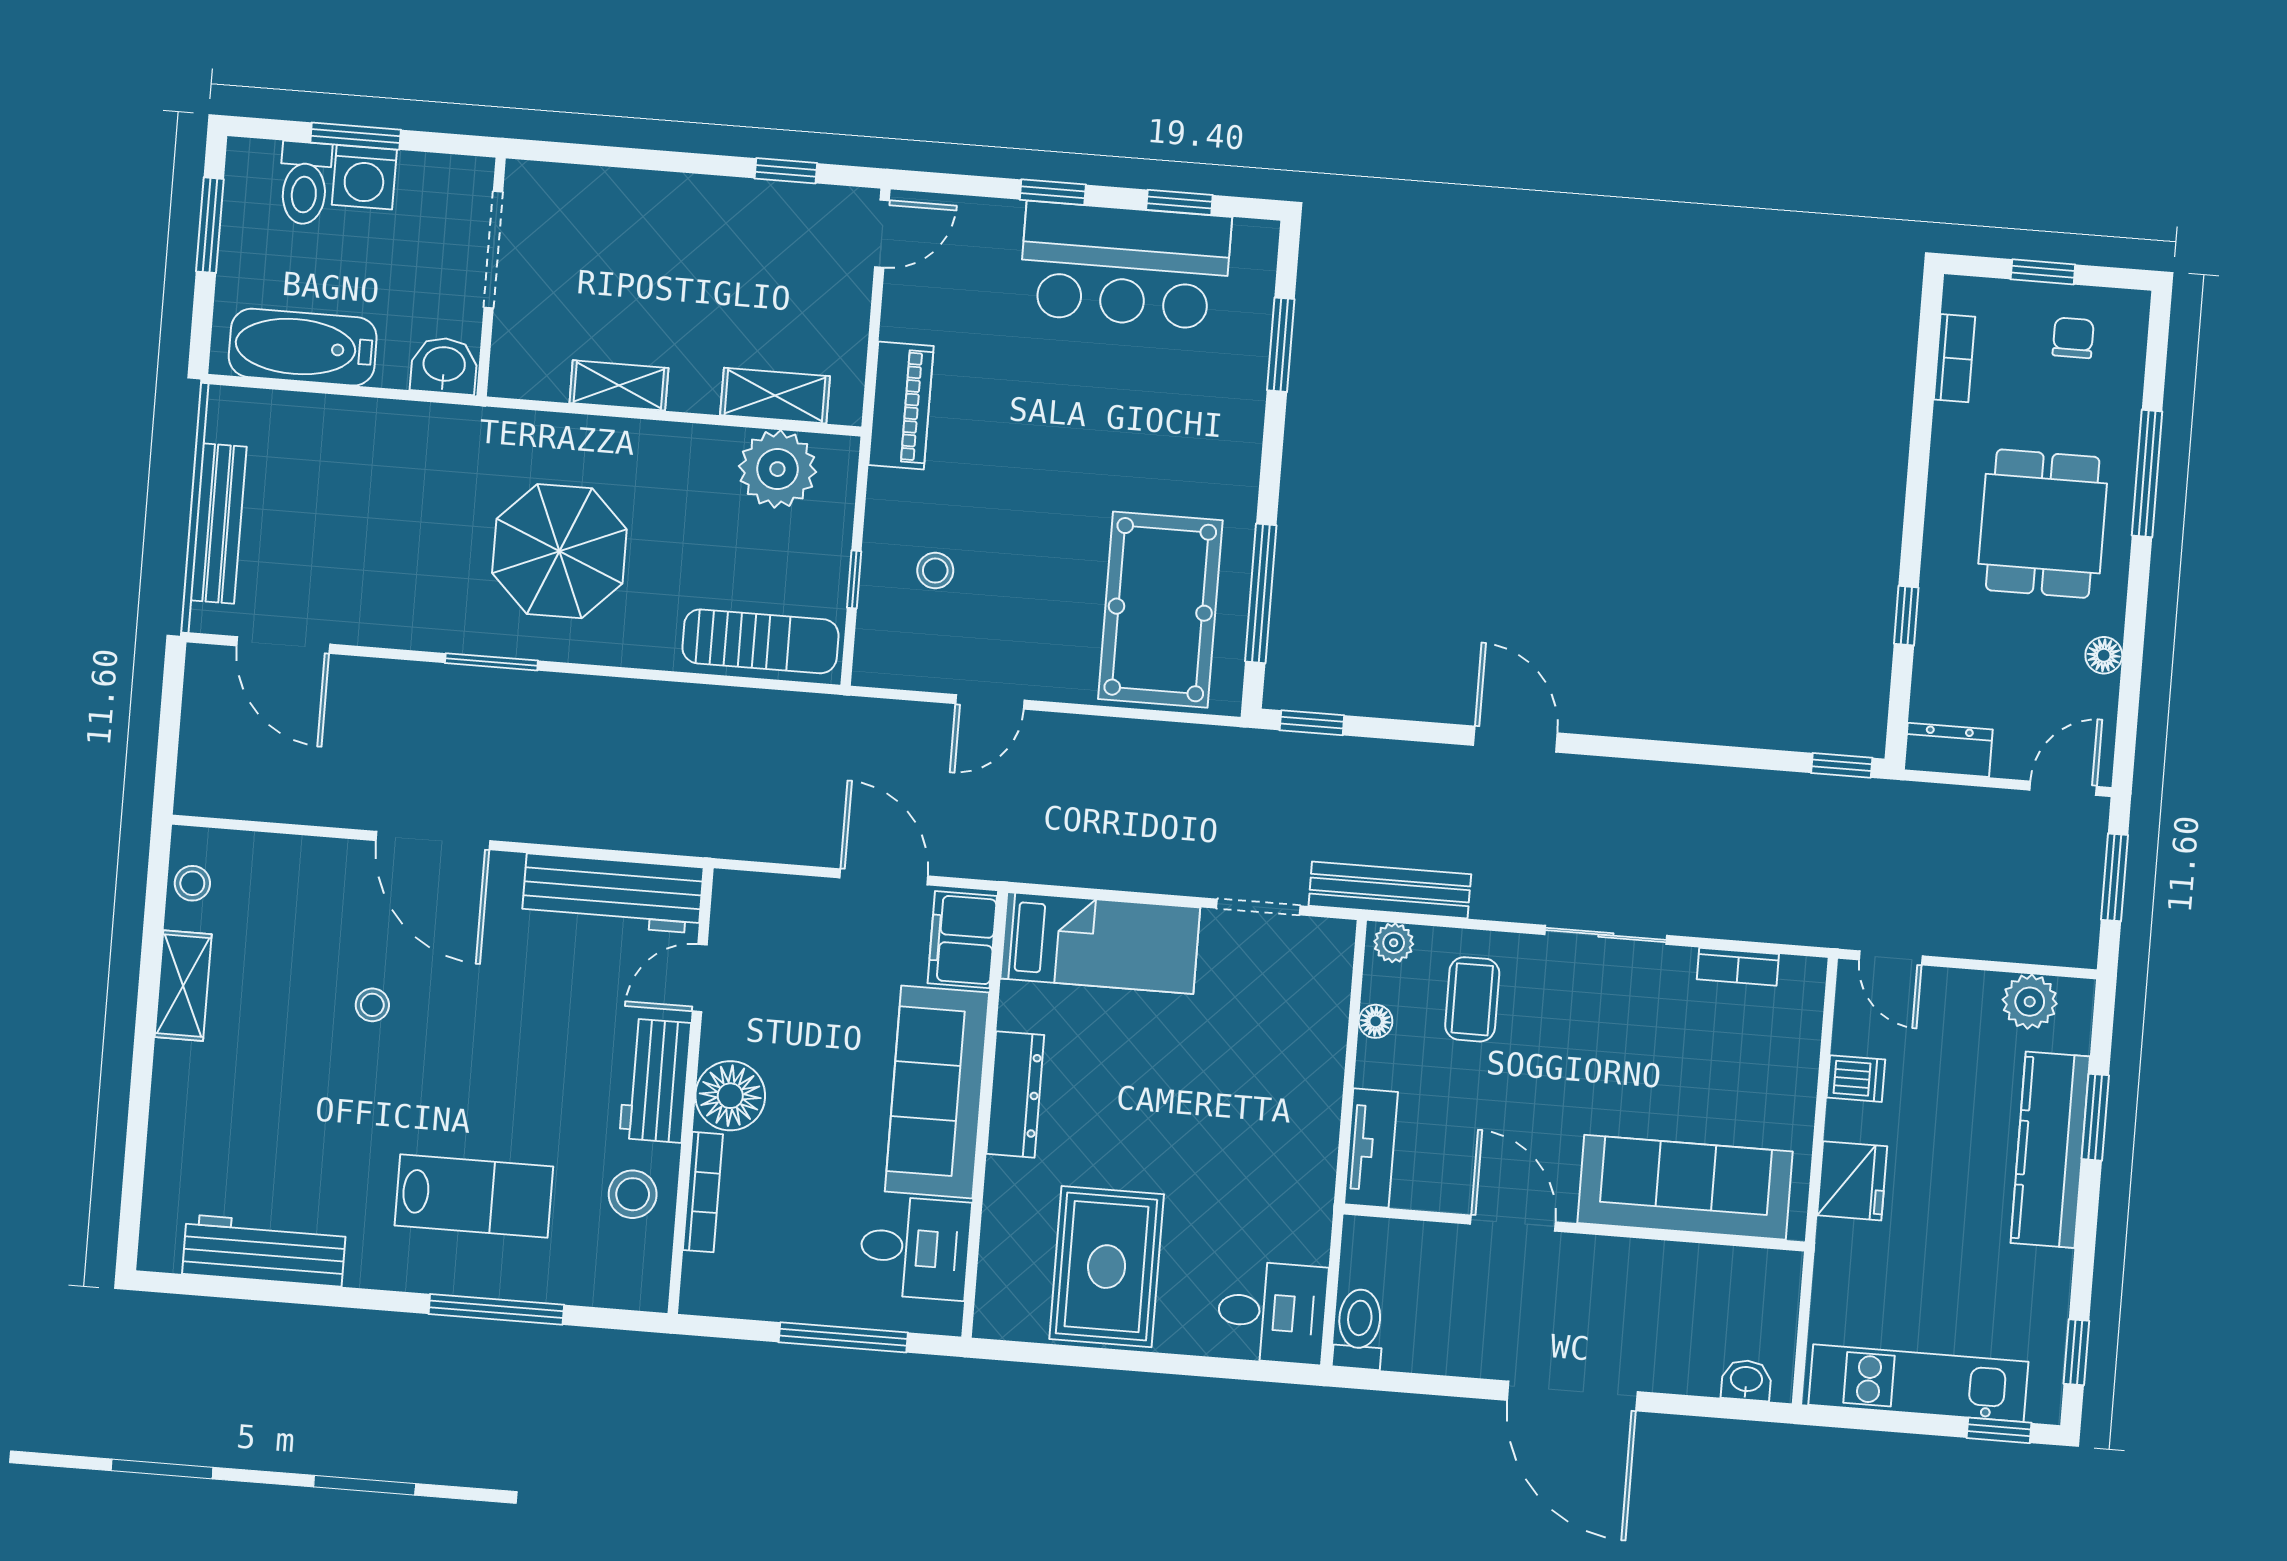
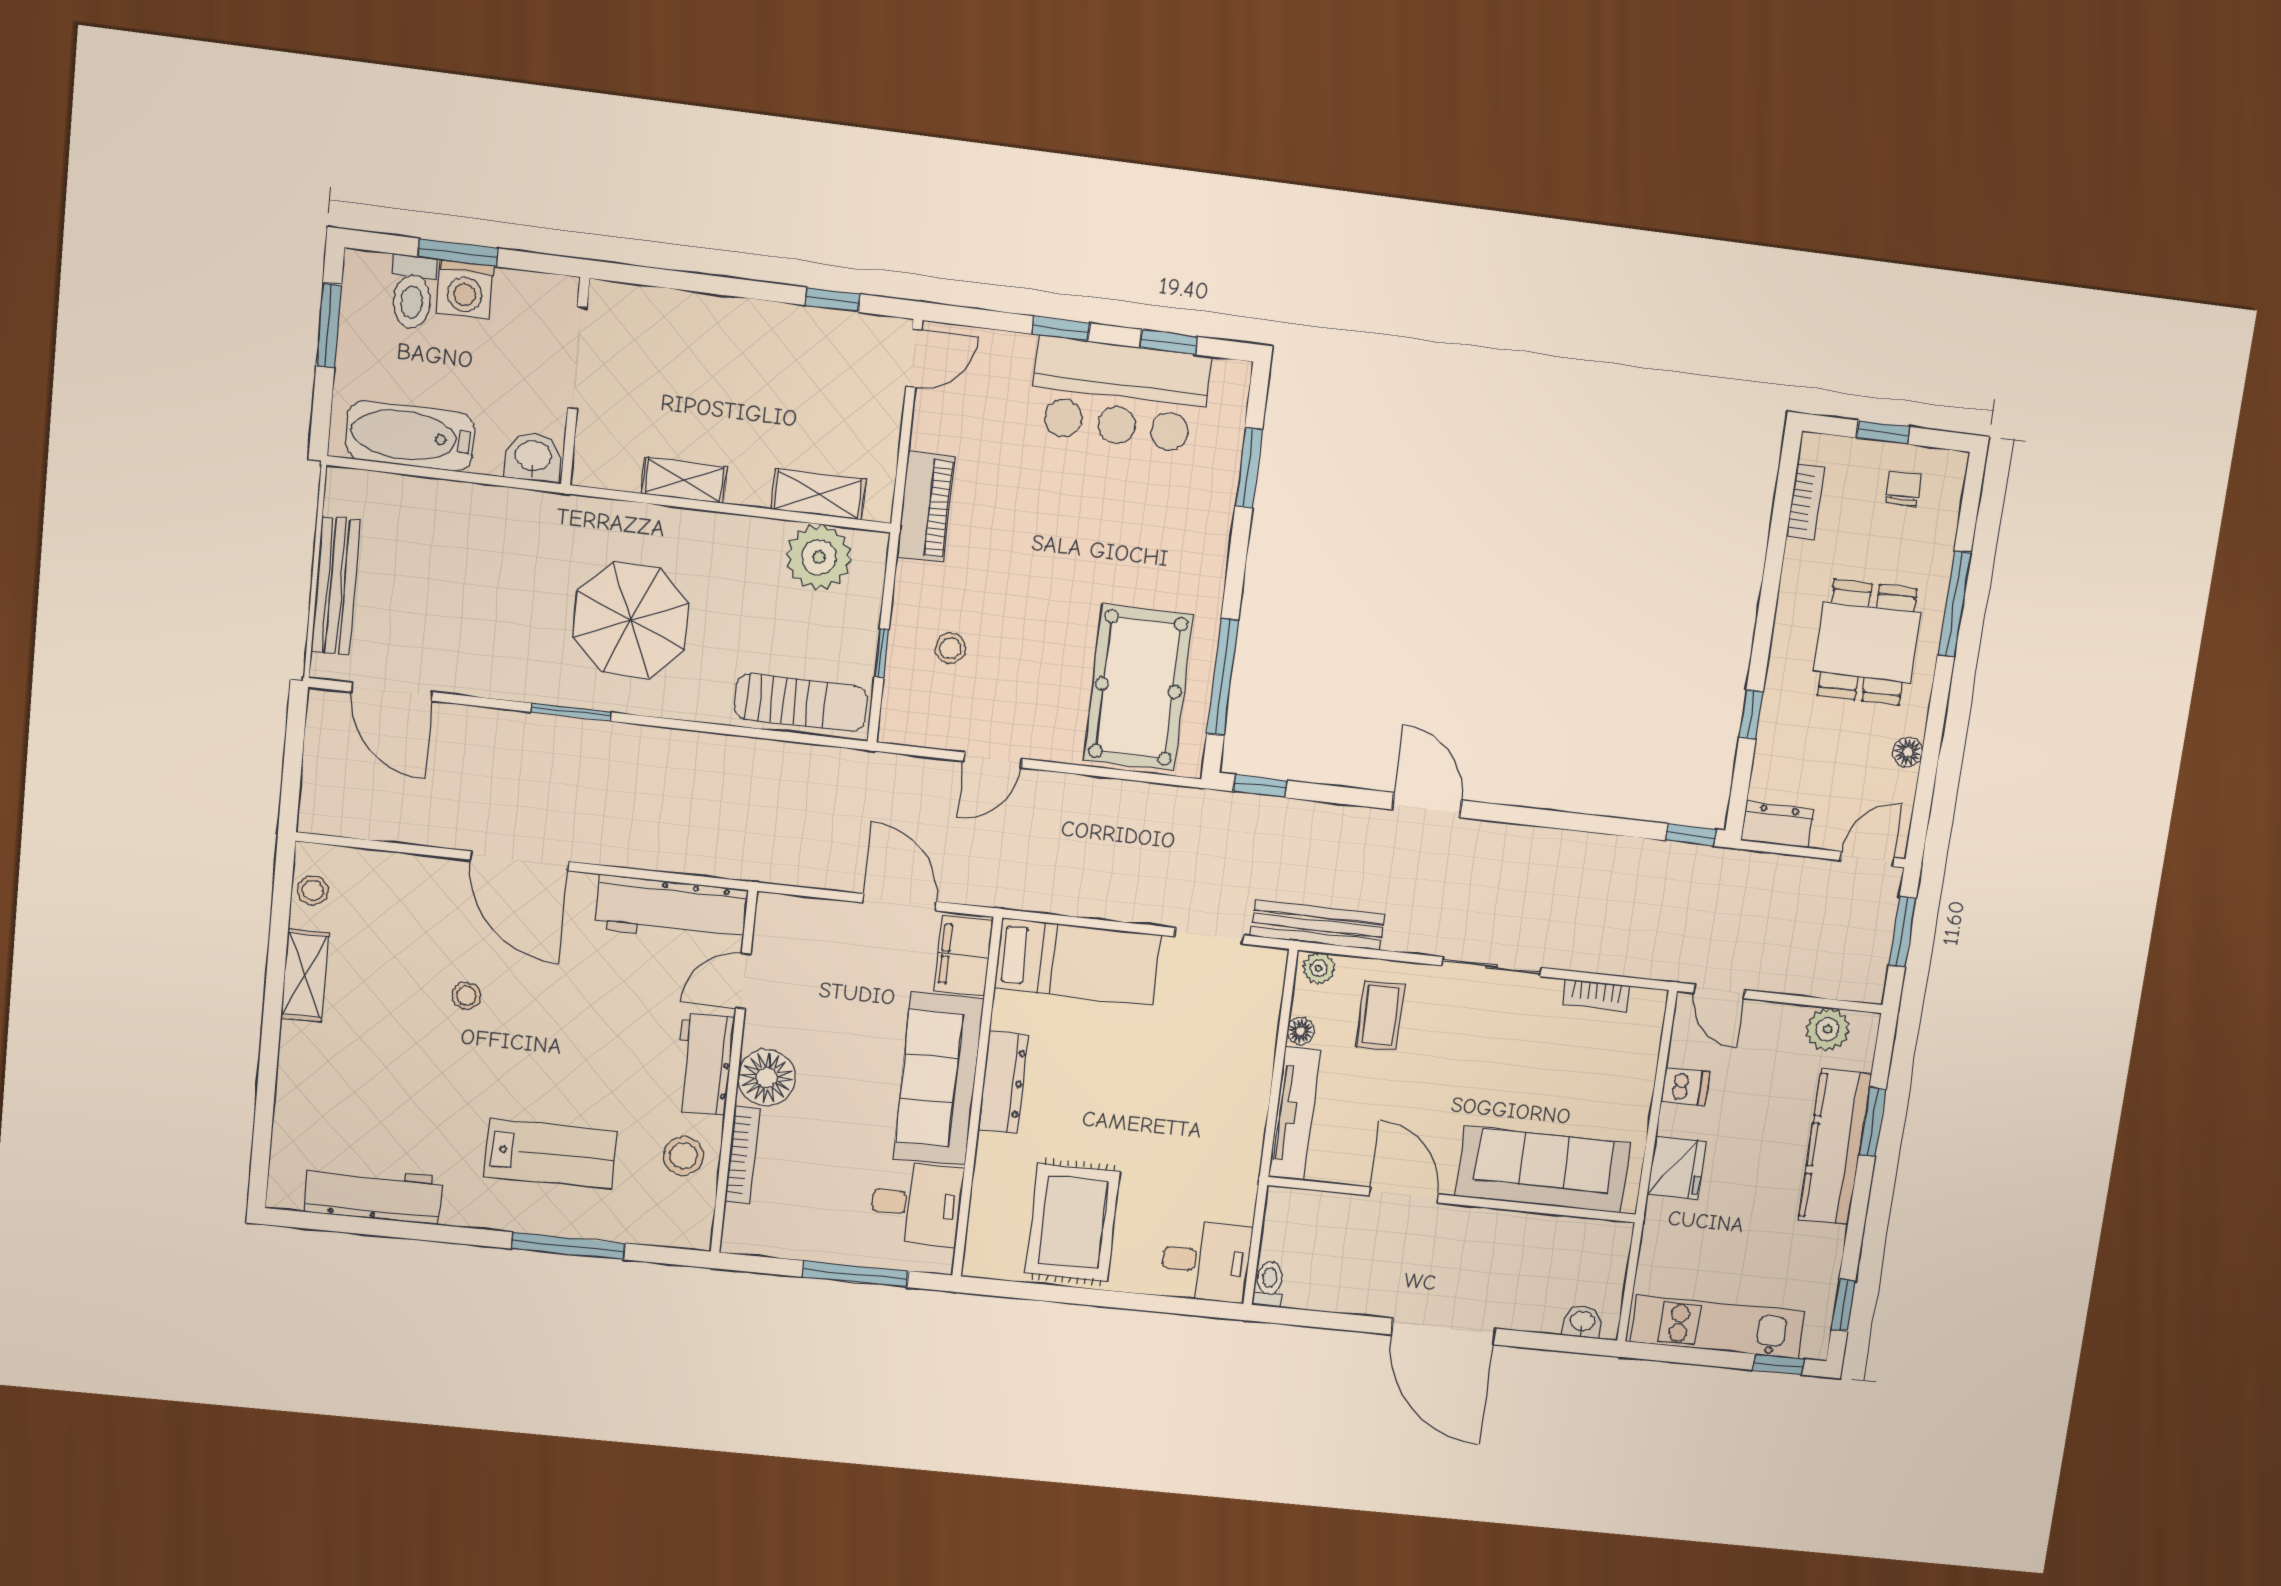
tv unit: (1371, 1148) -> (1294, 1114), width x1.41
toilet: (1359, 1329) -> (1269, 1284), width x0.73, depth x0.72

